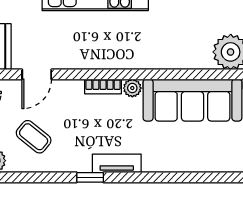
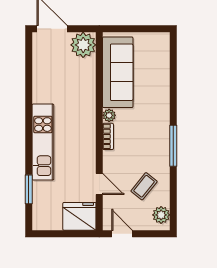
tv unit: (117, 163) -> (163, 127), removed
window: (90, 177) -> (173, 146), width x2.17

